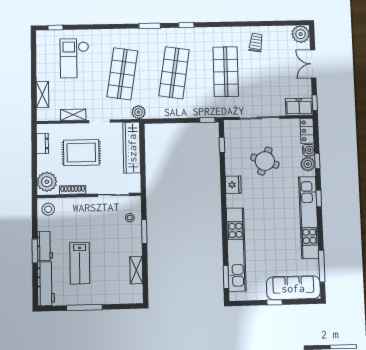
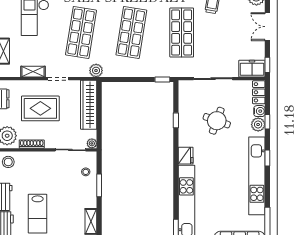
window: (222, 145) -> (176, 120), moved
fridge: (233, 185) -> (186, 156), moved
plant: (136, 188) -> (92, 143), added

